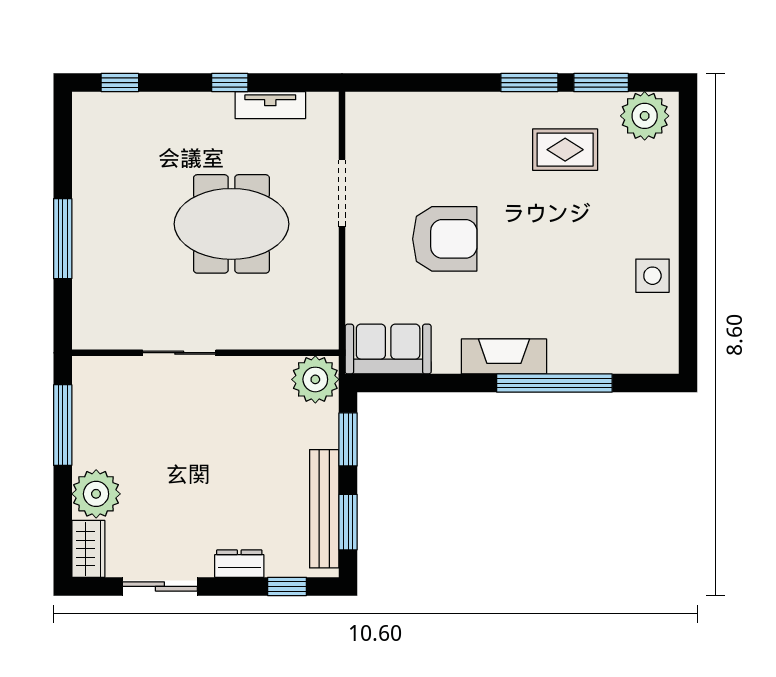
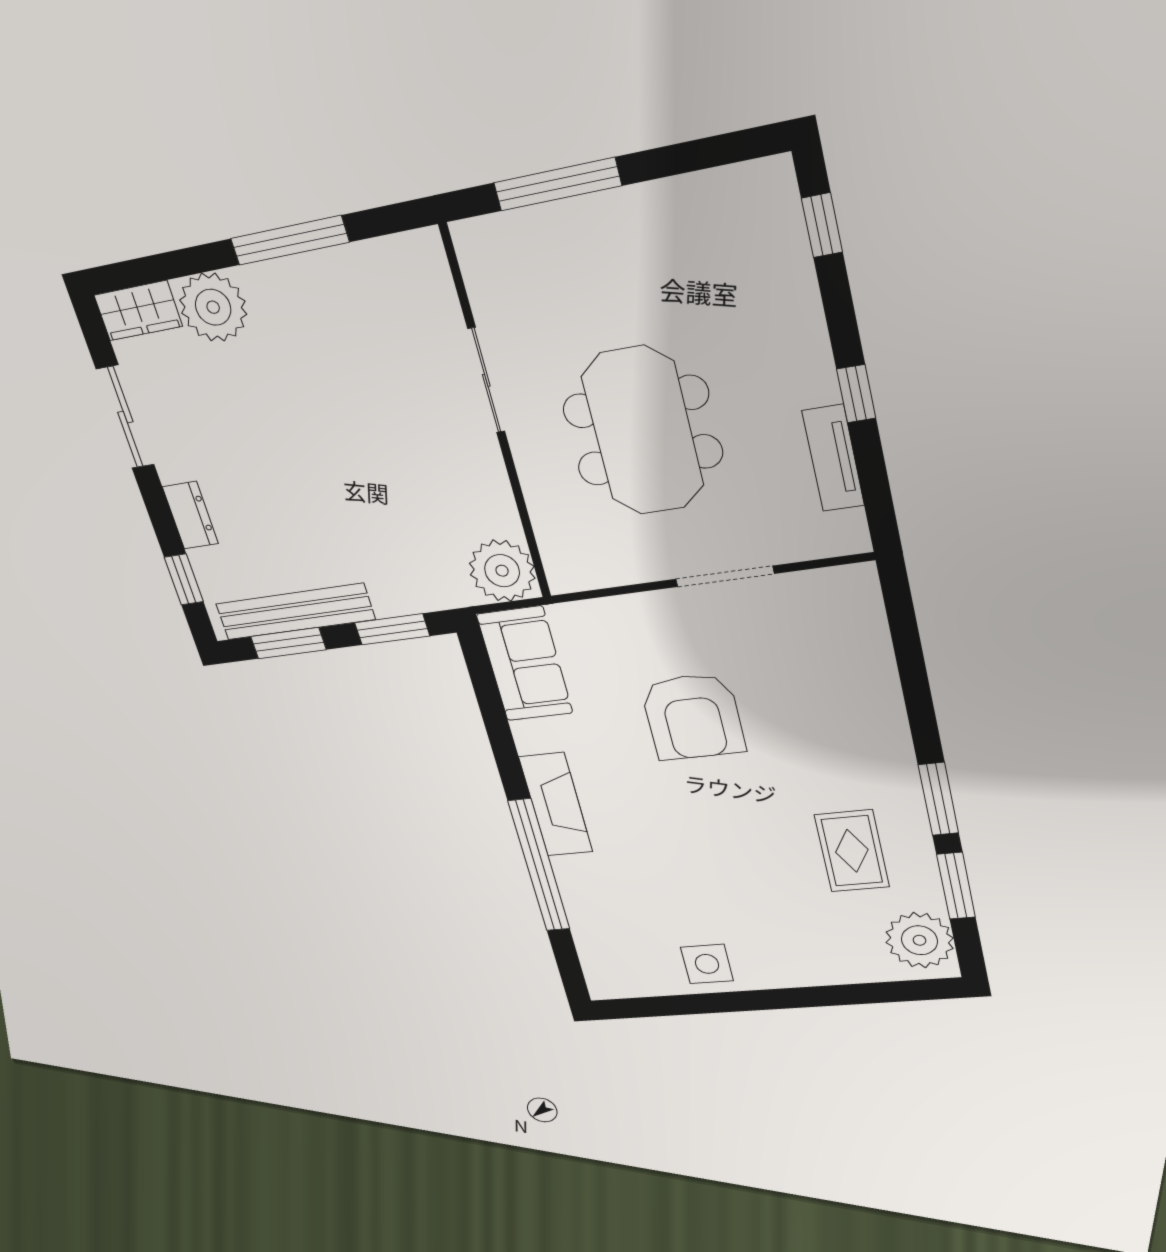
sliding door: (179, 353) -> (486, 380), moved
wall: (205, 353) -> (497, 417), moved
plant: (315, 379) -> (502, 571), moved

